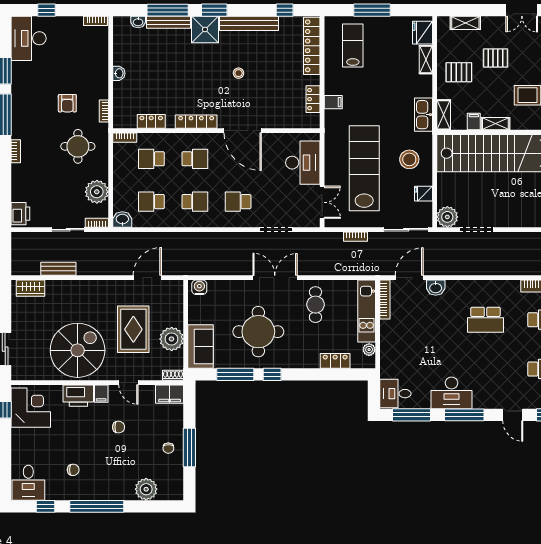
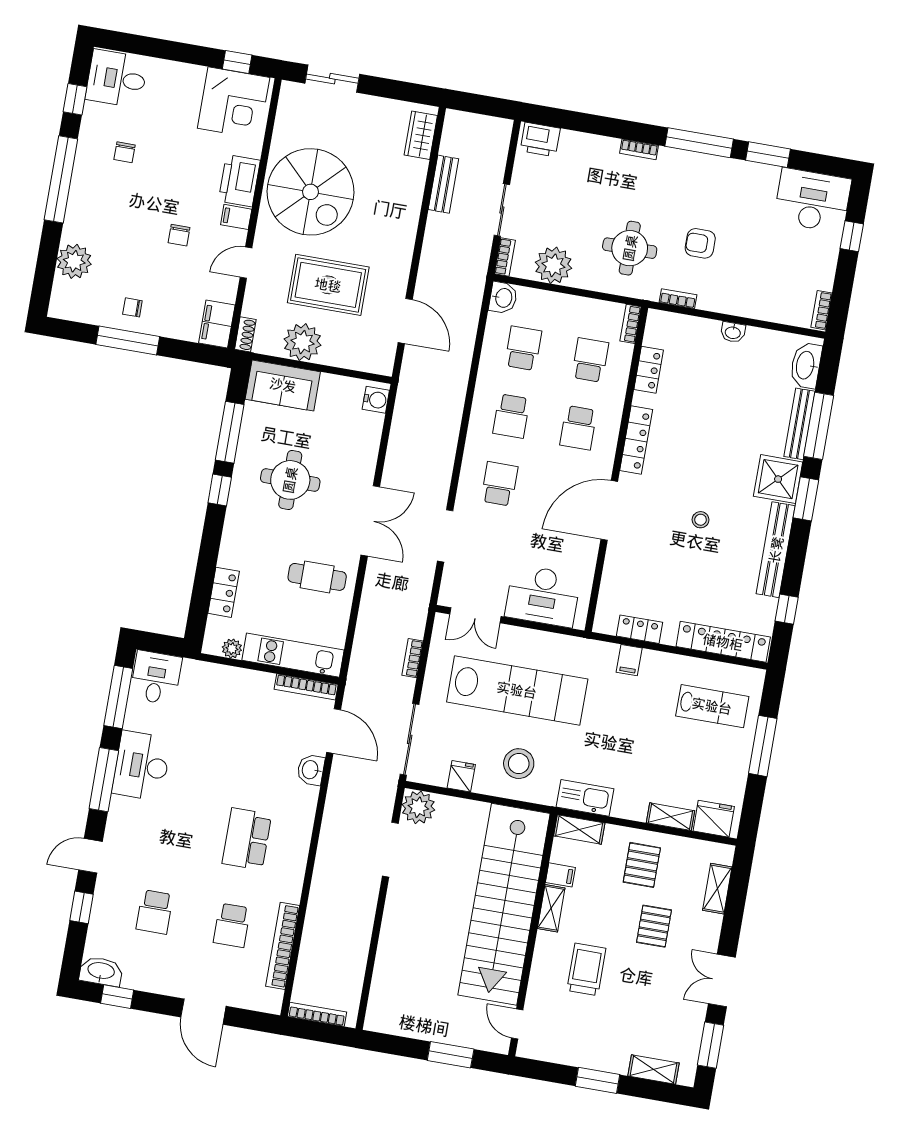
washbasin: (138, 22) -> (806, 365), width x1.91, depth x1.45
round table: (258, 332) -> (290, 480), width x0.73, depth x0.73

